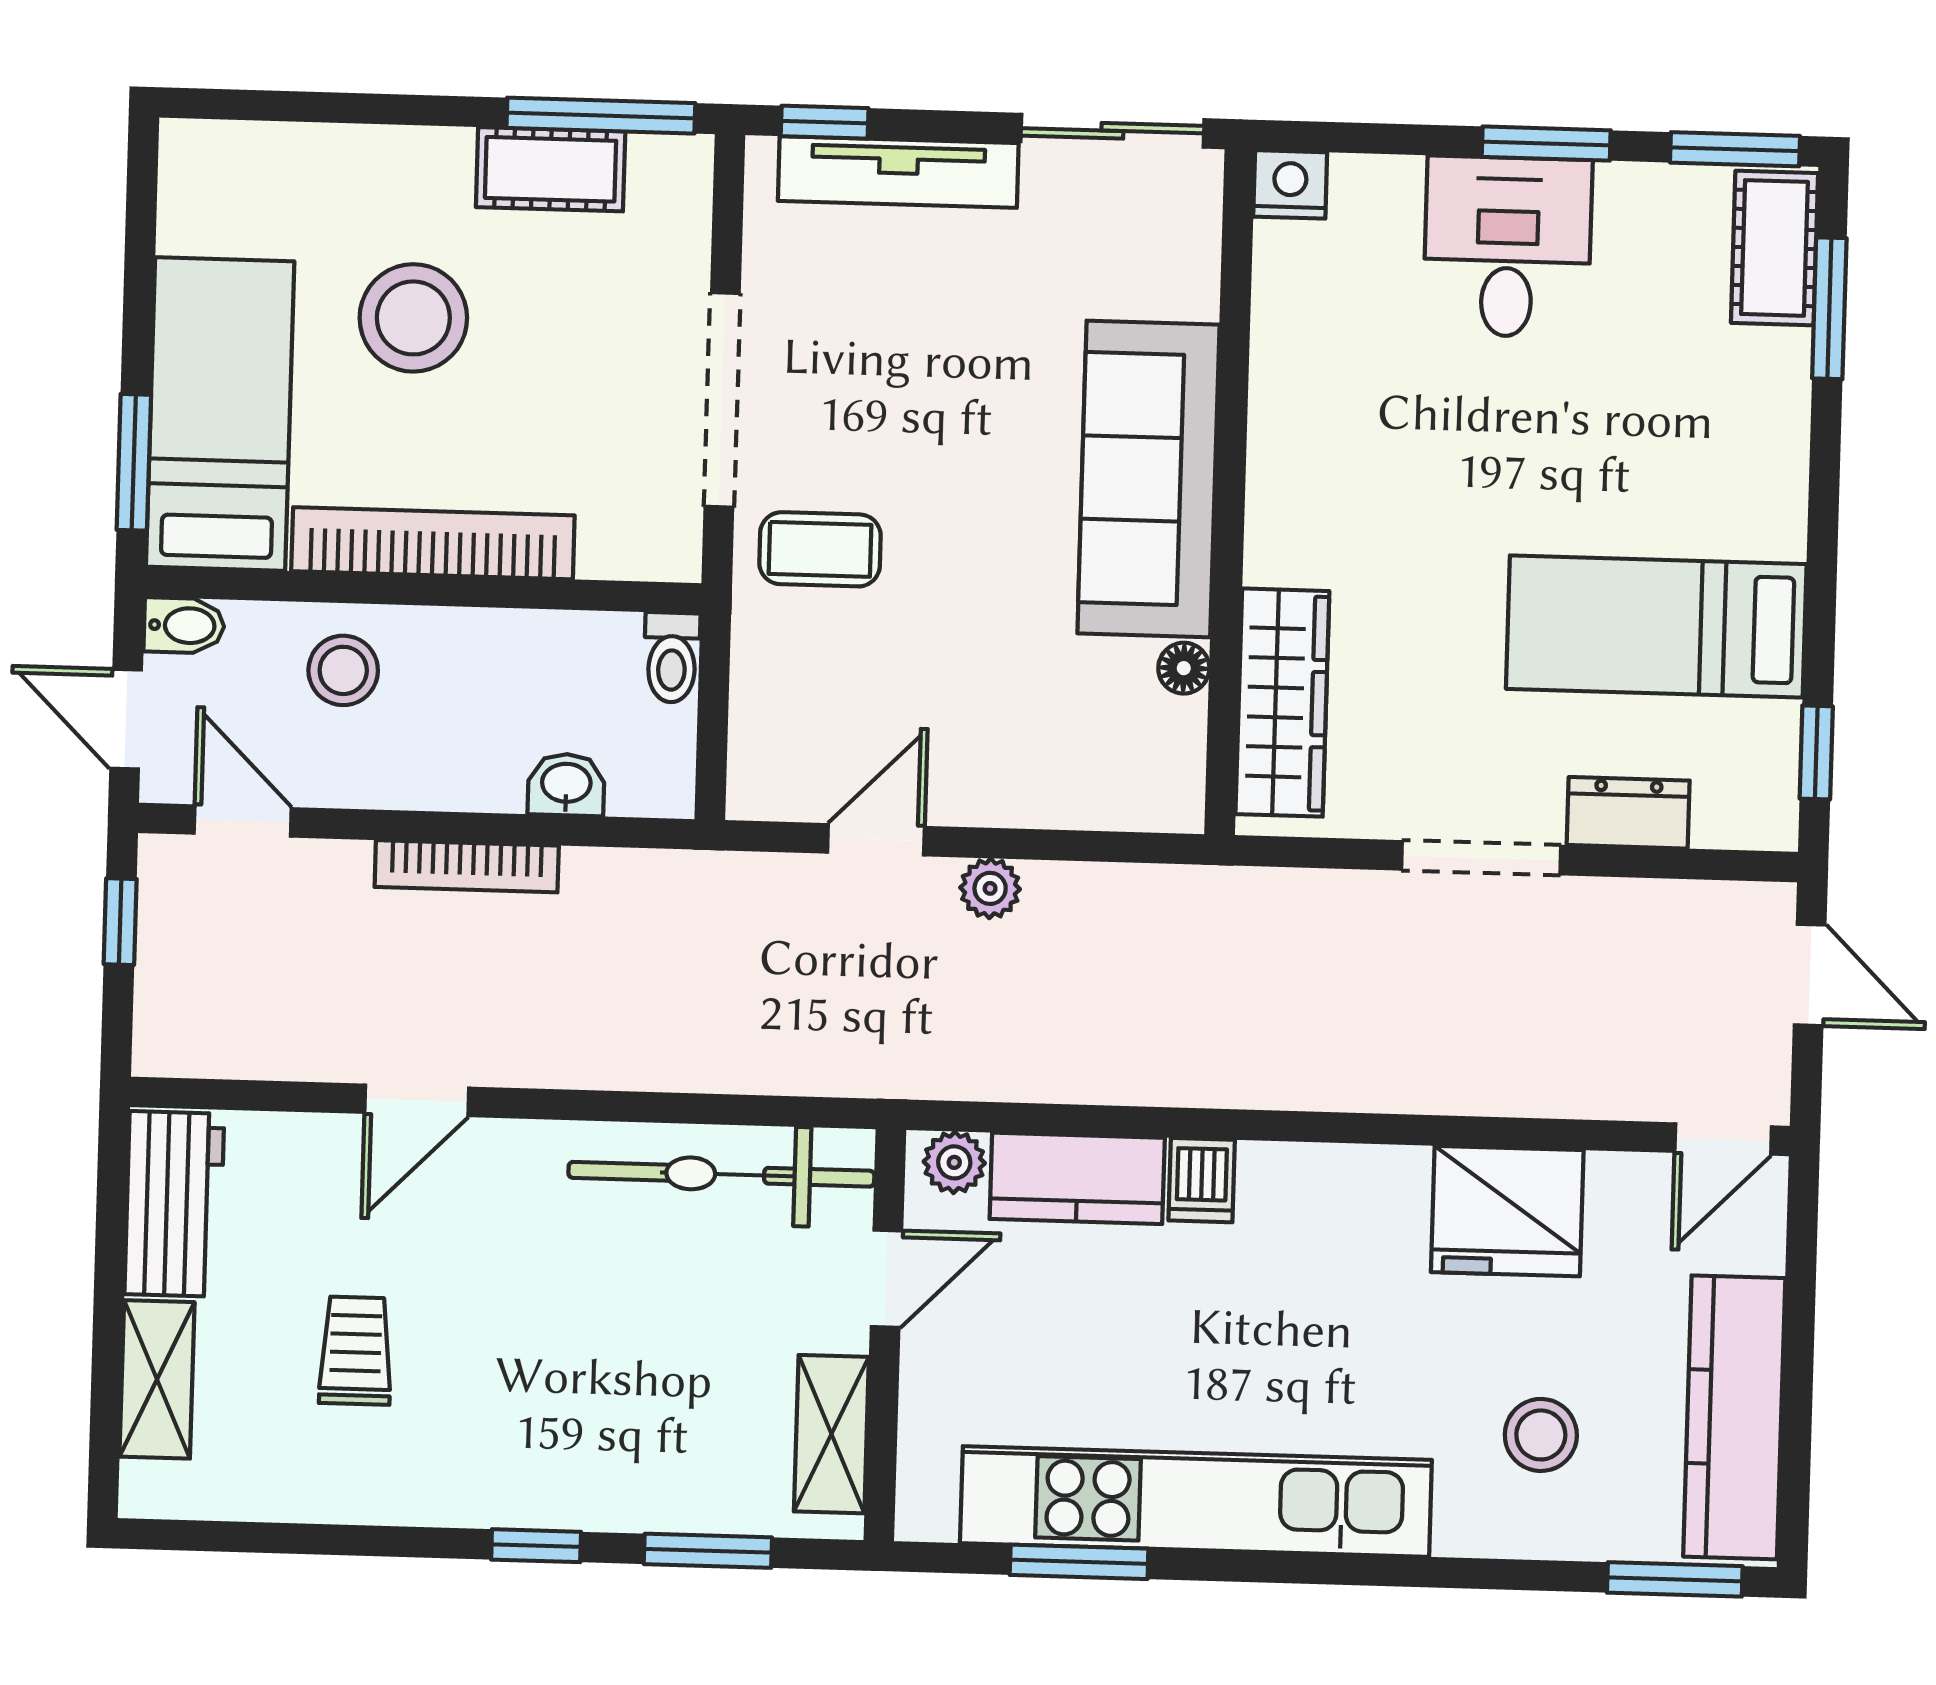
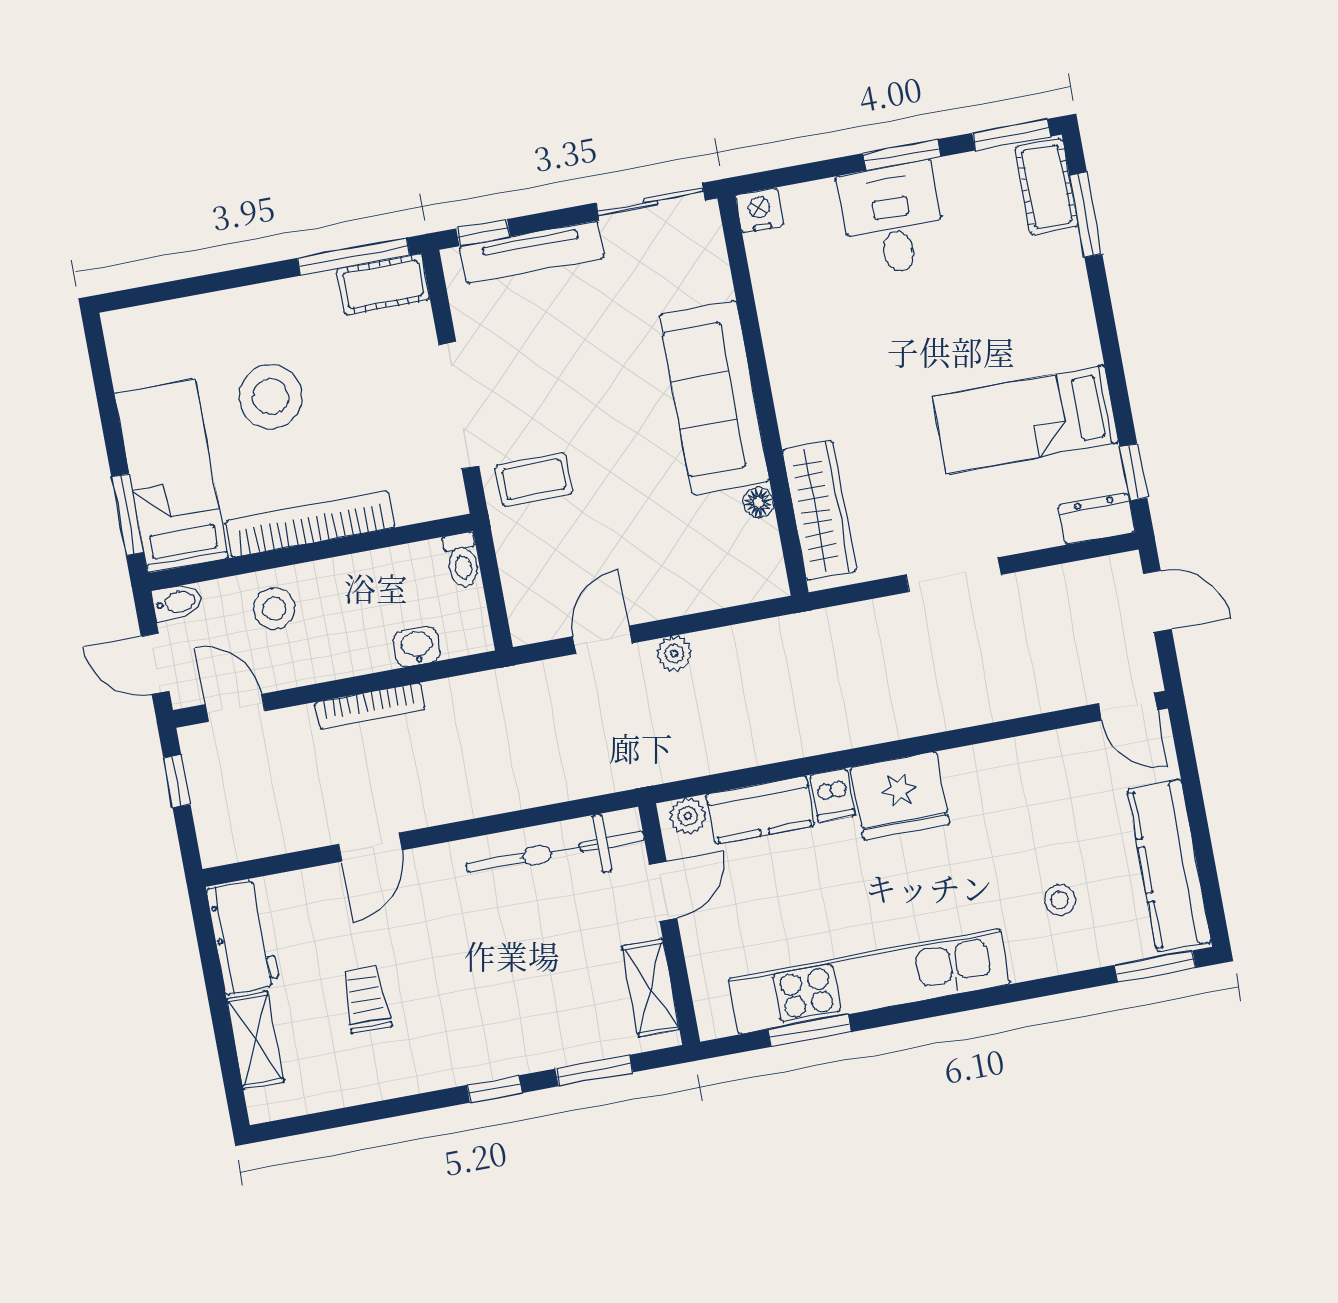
cot: (551, 169) -> (383, 284), moved
dresser: (1628, 813) -> (1097, 519), moved
door: (1723, 1139) -> (1128, 707), hinge flipped
fridge: (1507, 1211) -> (900, 796), moved
stool: (1541, 1435) -> (1060, 900), width x0.73, depth x0.73

